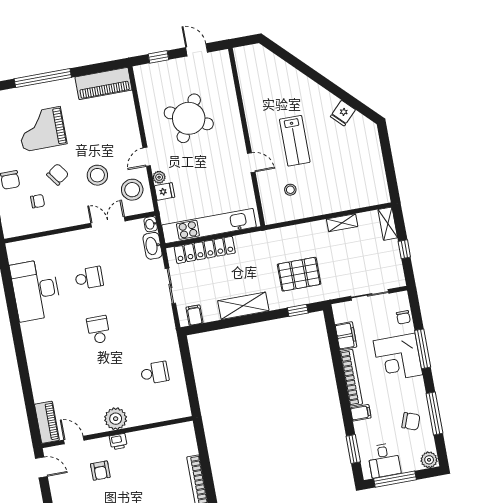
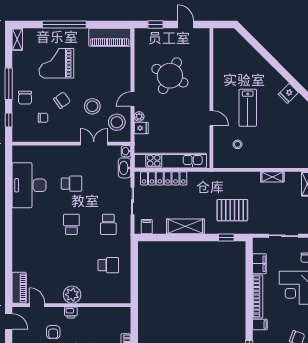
school desk: (145, 321) -> (108, 224), added

